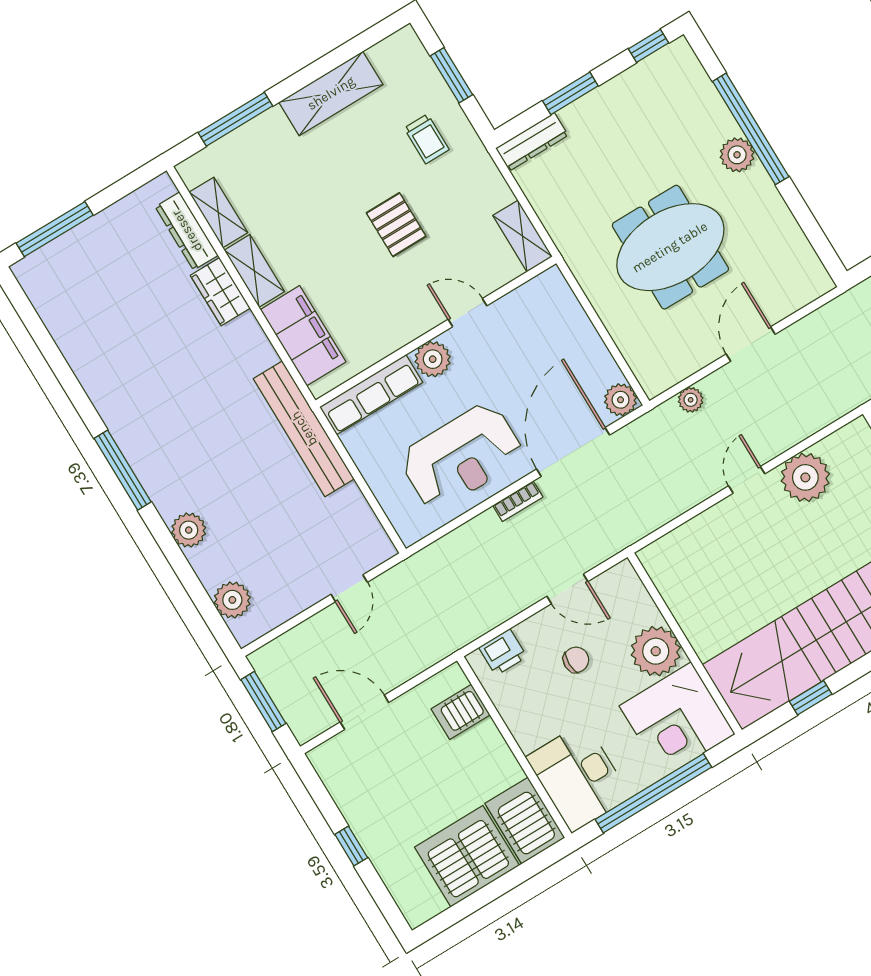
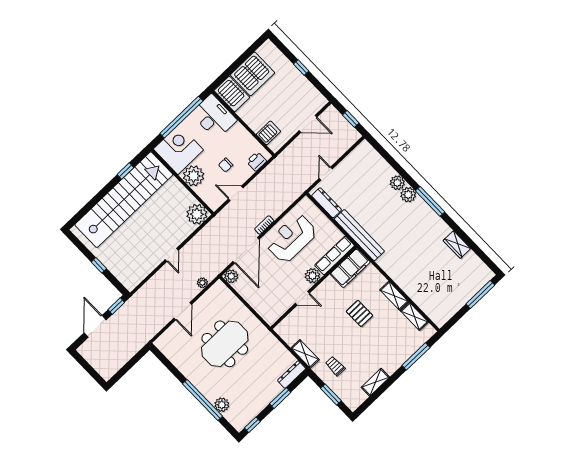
shelving: (331, 93) -> (375, 382), width x0.67, depth x0.75
plant: (737, 155) -> (222, 405), moved
pallet: (396, 225) -> (359, 313), moved
dresser: (187, 231) -> (327, 203), moved
shelving: (523, 236) -> (305, 354), moved
wardrobe: (220, 292) -> (457, 245), moved, turned 180
filing cabinet: (303, 336) -> (350, 268), moved, turned -90
plant: (805, 477) -> (197, 214), moved
plant: (232, 600) -> (408, 195), moved
window: (263, 701) -> (351, 119), width x0.67

